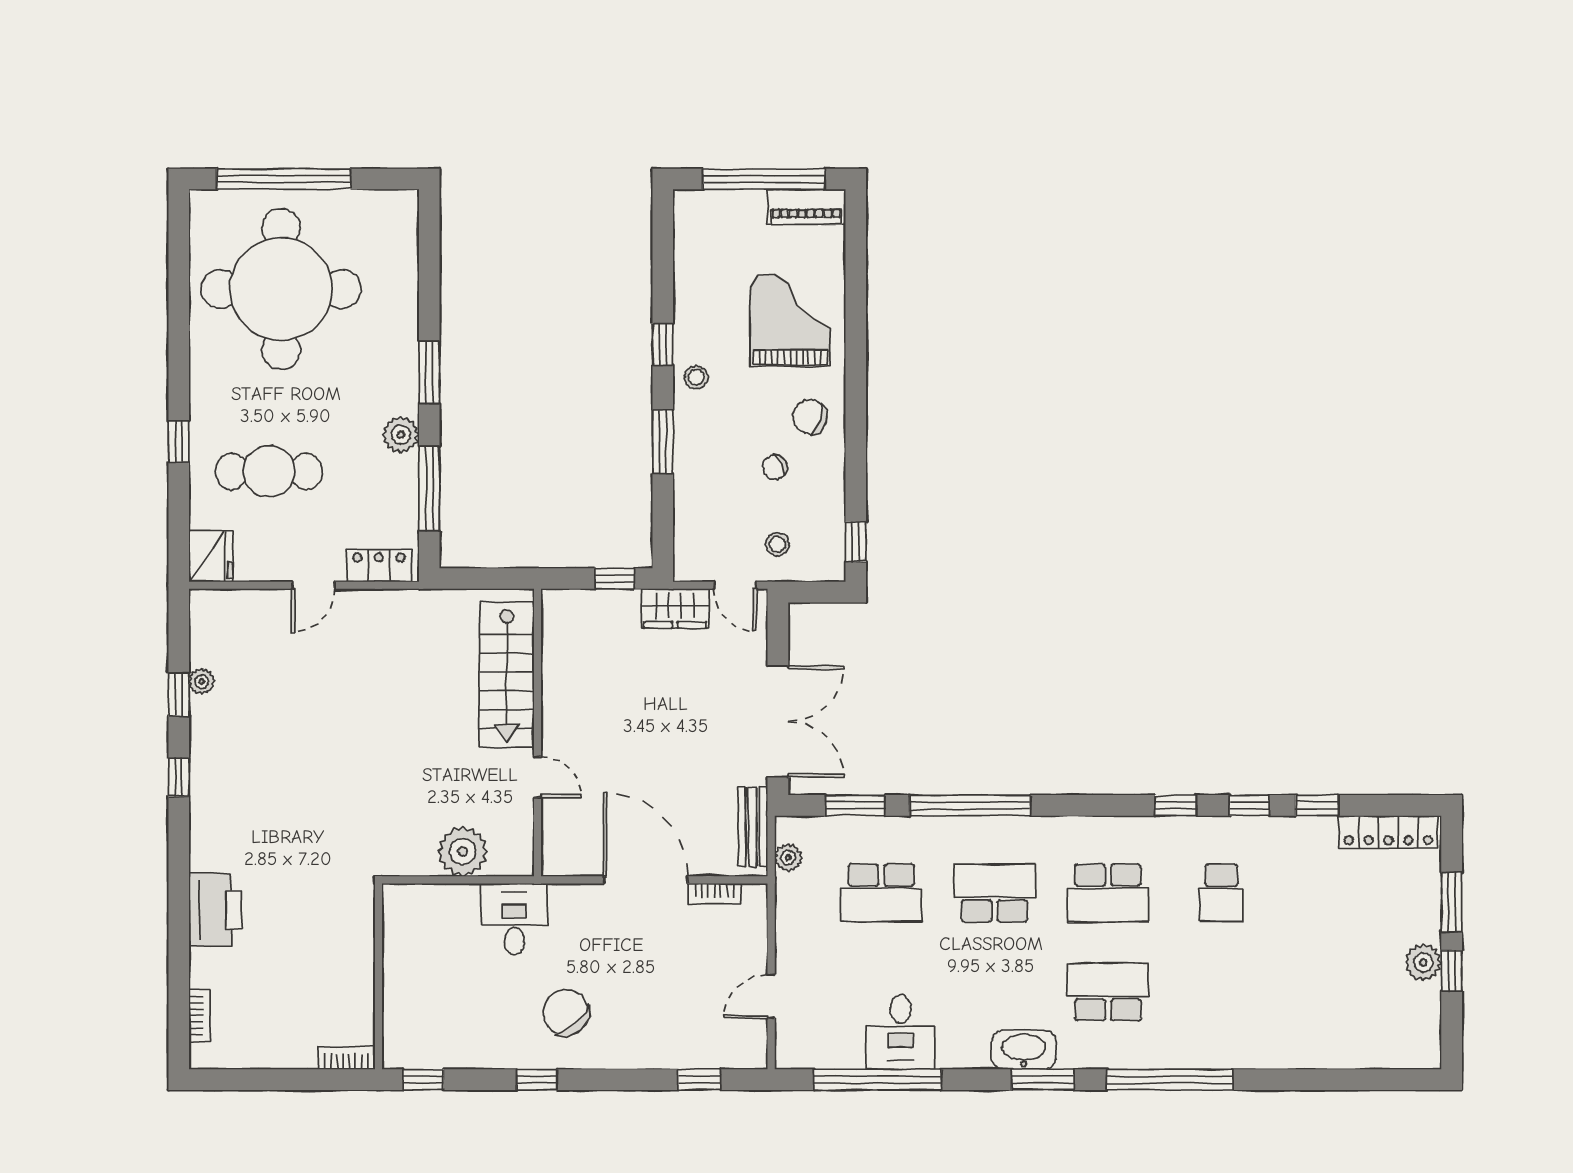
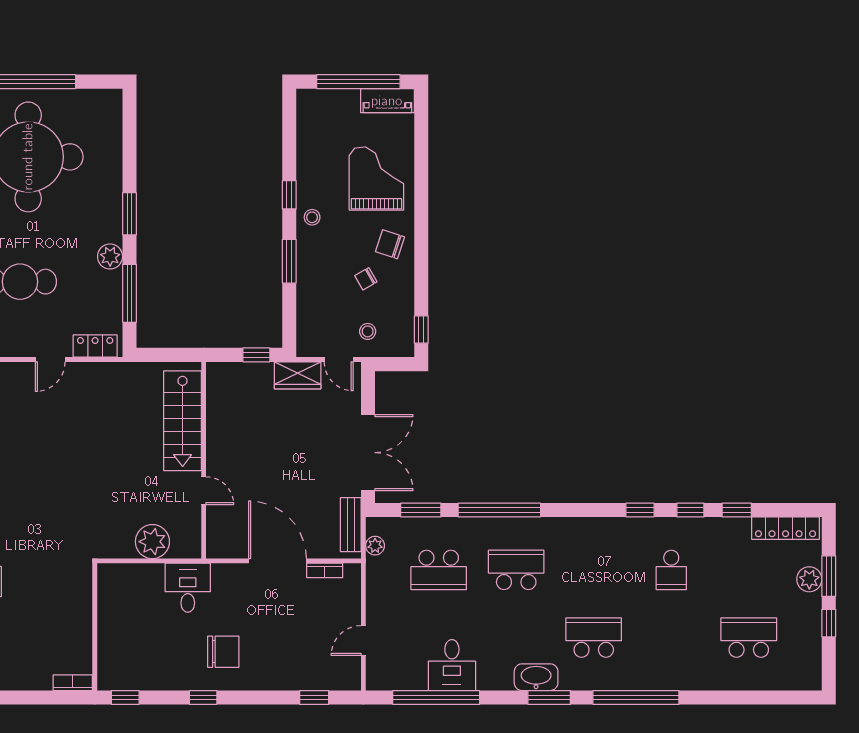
school desk: (1108, 893) -> (749, 638), moved, turned 180
plant: (1423, 962) -> (809, 579), moved
chair: (566, 1013) -> (223, 652), turned 130

